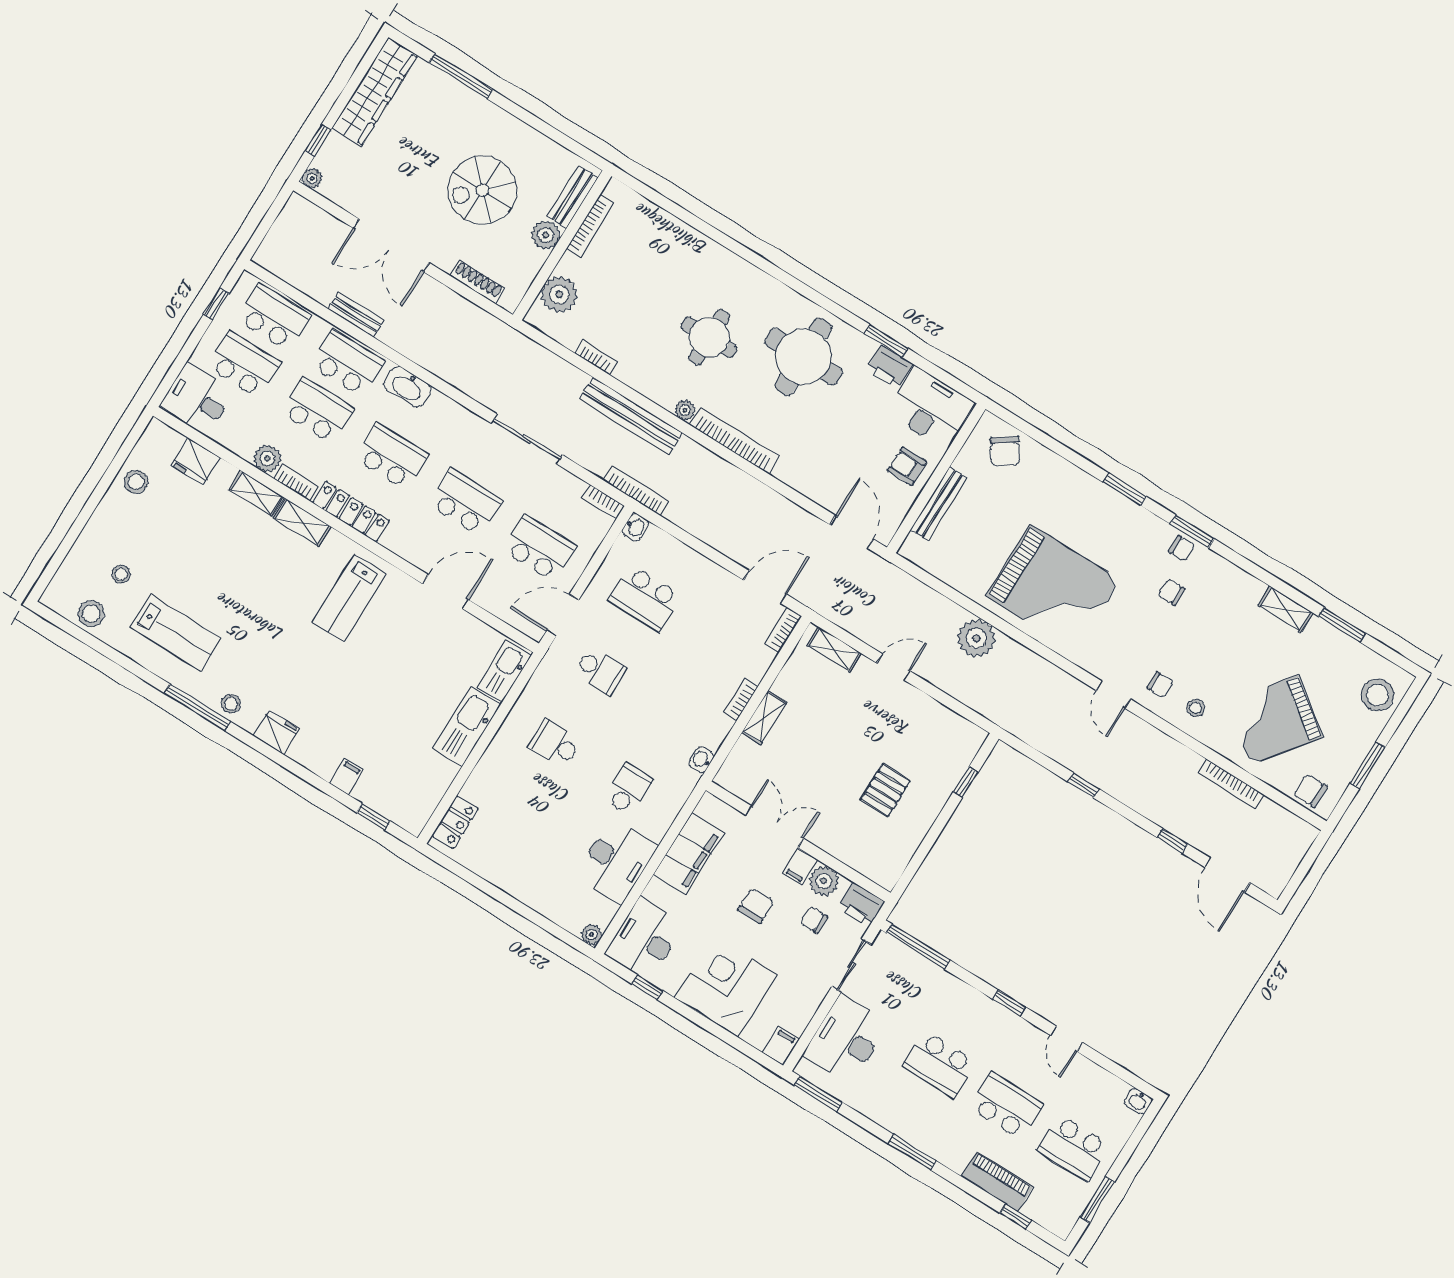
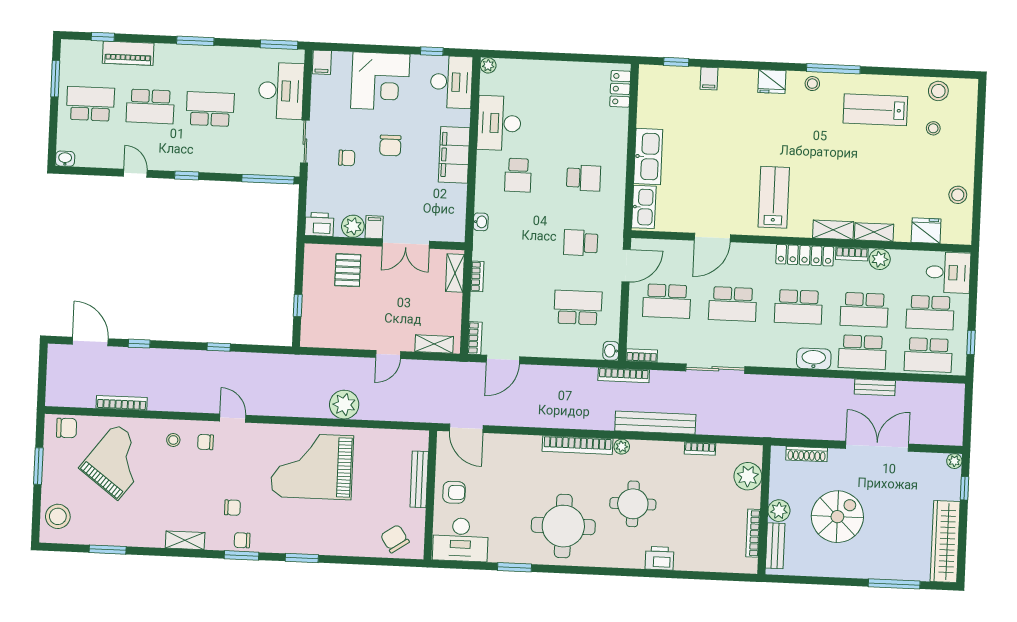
printer: (889, 367) -> (659, 558), moved
shelving: (1286, 609) -> (185, 540), moved
double door: (774, 827) -> (406, 244), moved
wall: (798, 841) -> (385, 243), moved
filing cabinet: (800, 866) -> (374, 227), moved
plant: (824, 881) -> (353, 226), moved
printer: (861, 905) -> (319, 224), moved

